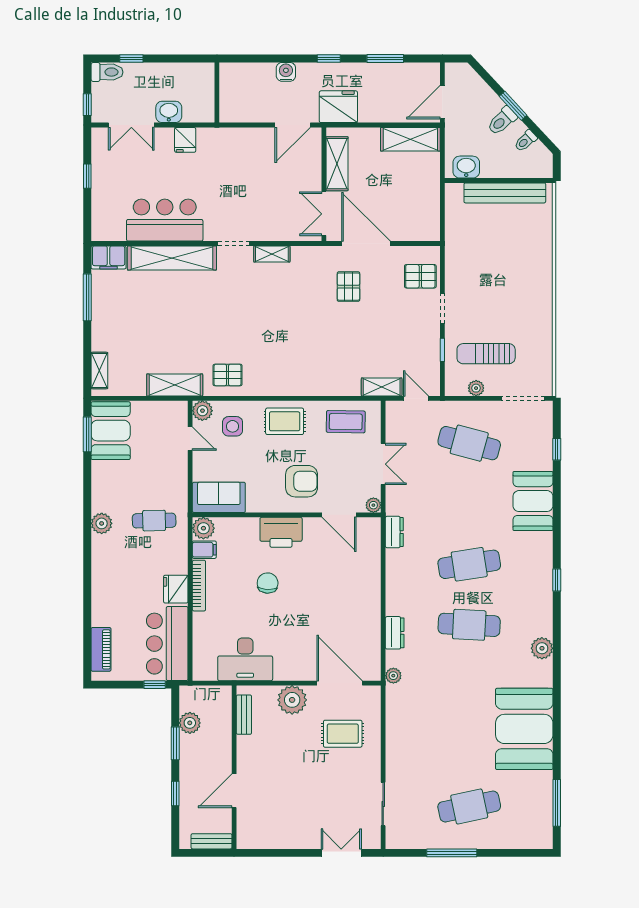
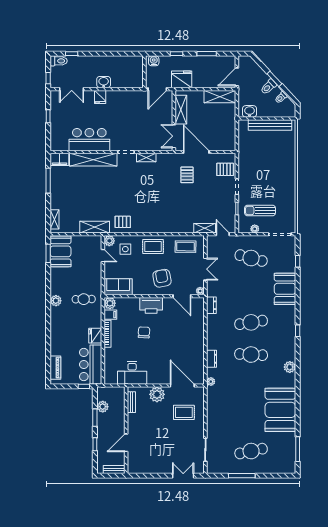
wall: (217, 93) -> (144, 72), moved
washbasin: (169, 112) -> (104, 82), moved
armchair: (302, 481) -> (162, 278), turned -101

